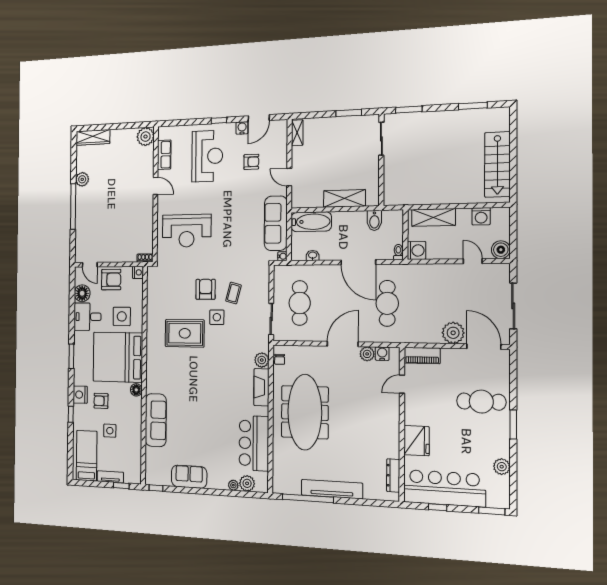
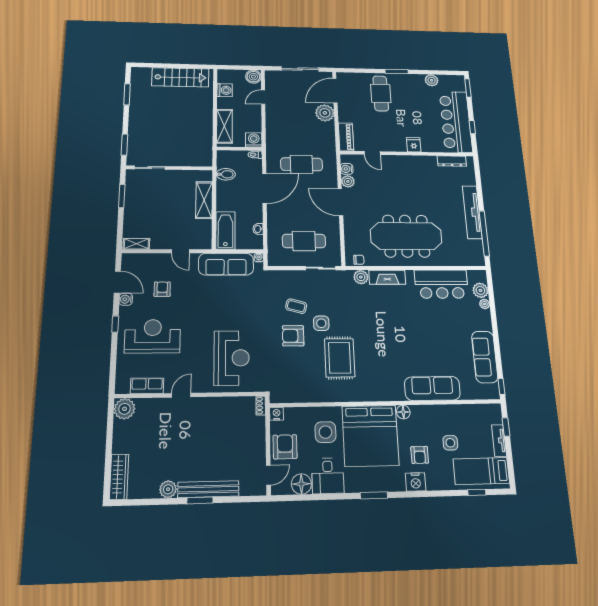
door: (289, 177) -> (180, 251), hinge flipped
window: (73, 207) -> (200, 500), width x0.47
bench: (81, 213) -> (208, 489), added
window: (71, 414) -> (477, 492), moved
fridge: (416, 441) -> (414, 145), width x0.53, depth x0.75
sofa: (189, 477) -> (485, 357), width x1.36

